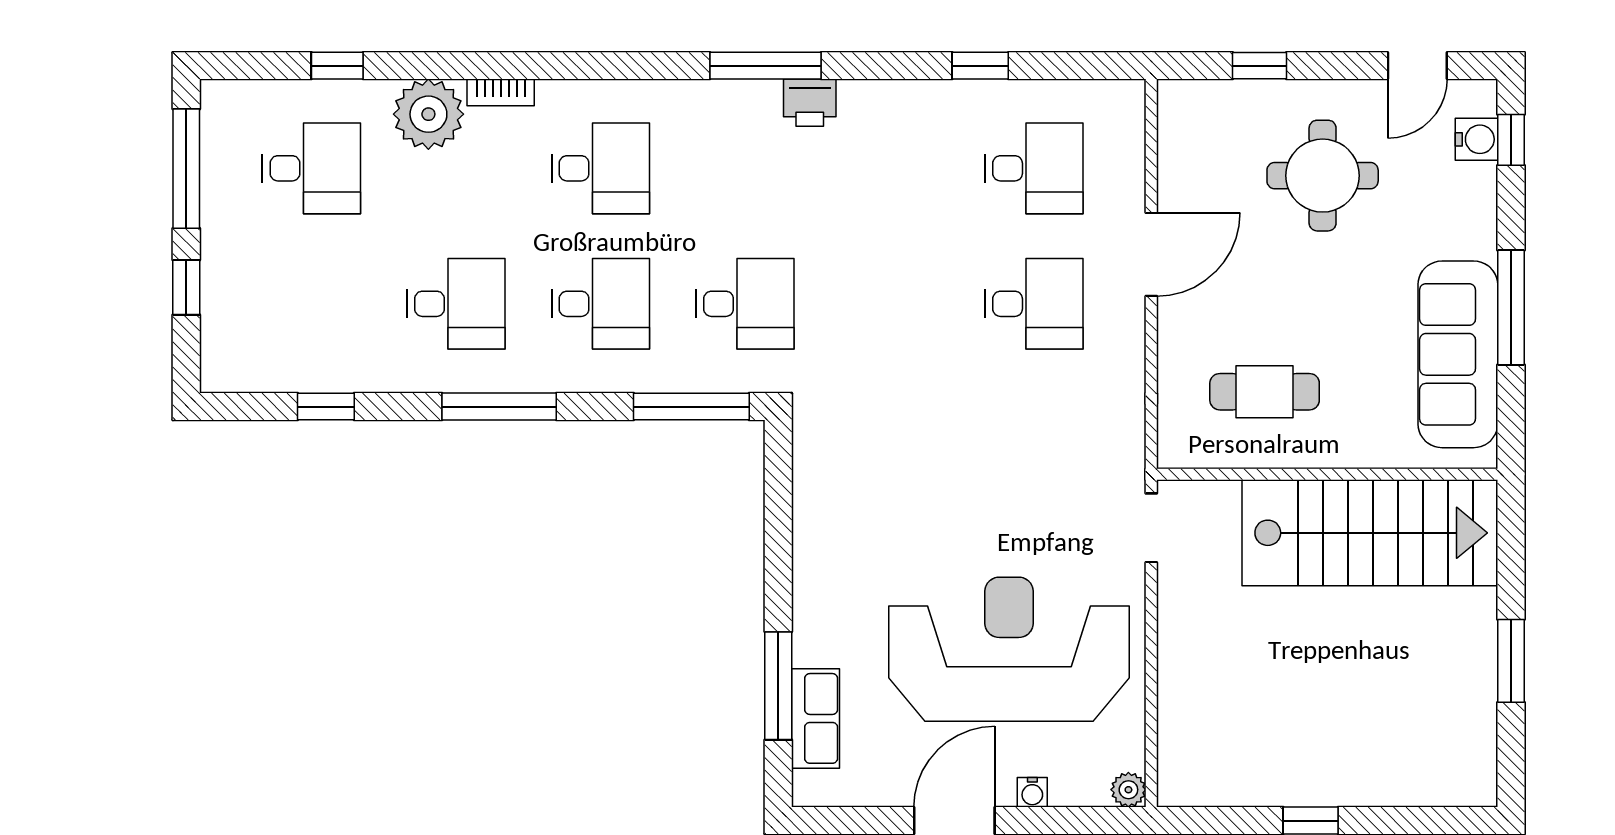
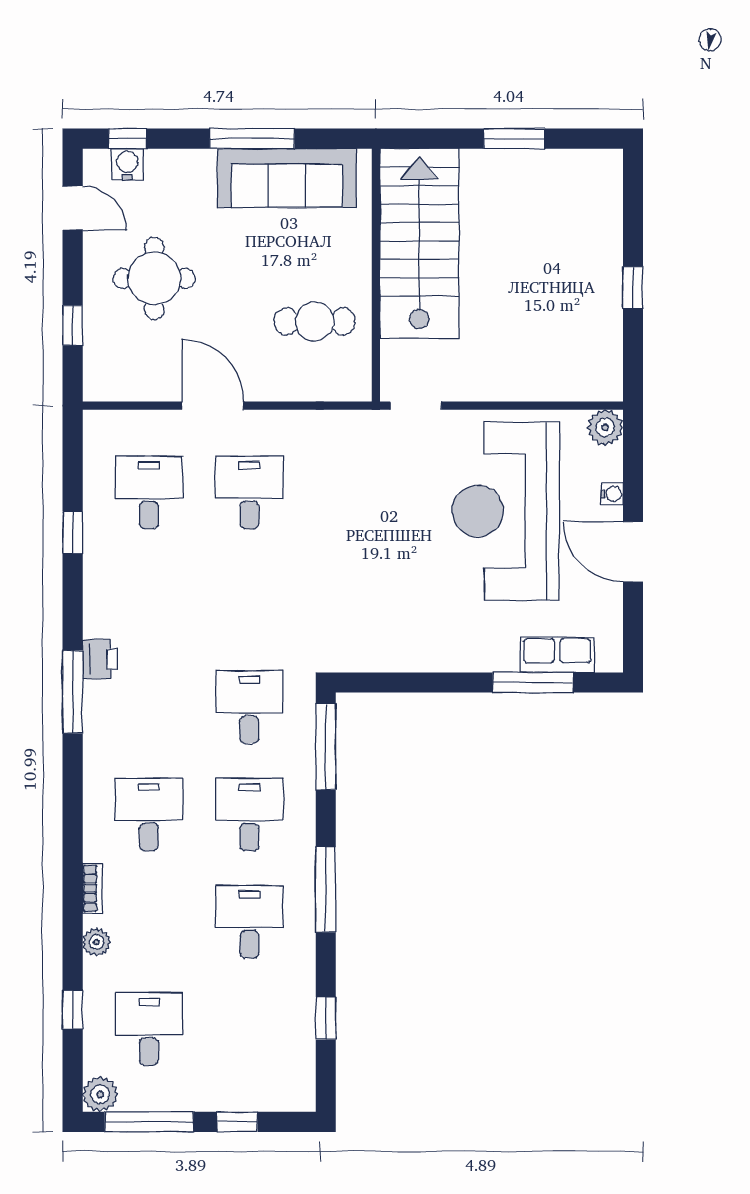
plant: (223, 103) -> (100, 1094), added
plant: (428, 114) -> (96, 942), width x0.53, depth x0.53
cafe table: (1265, 392) -> (315, 321), turned 90
plant: (1128, 790) -> (605, 427), width x1.38, depth x1.38

